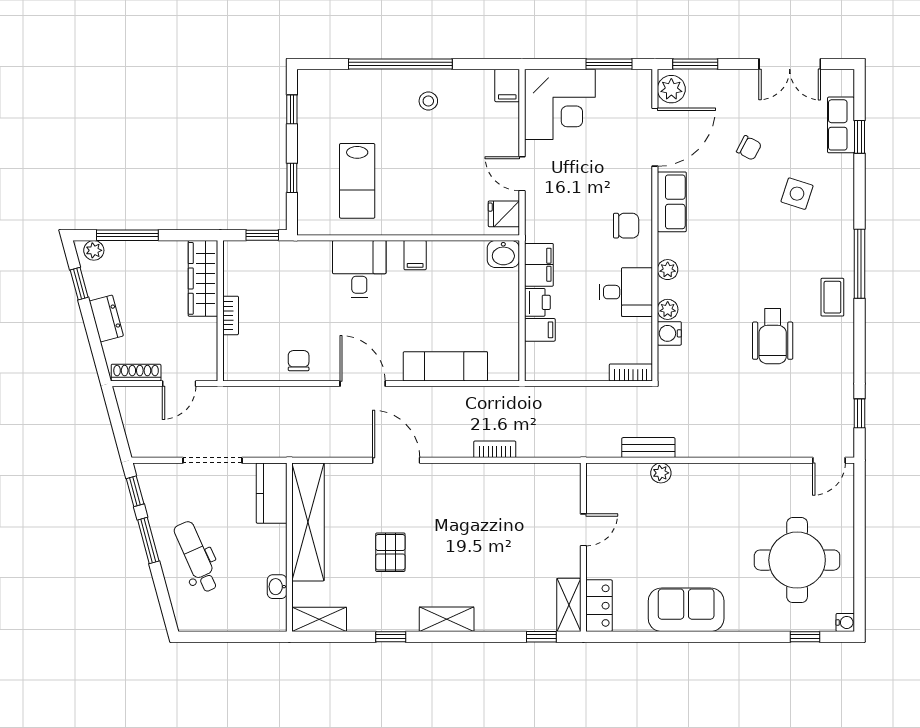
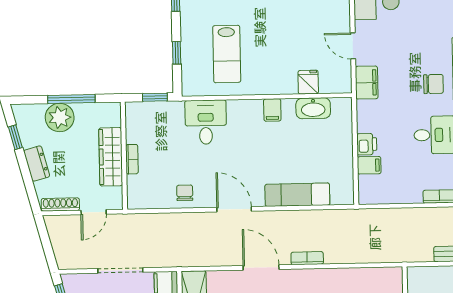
fridge: (504, 214) -> (308, 82), moved, turned 90
window: (127, 235) -> (71, 99), moved
plant: (94, 250) -> (60, 117), moved, width x1.88, depth x1.88
washbasin: (503, 254) -> (313, 108), moved, width x1.38
filing cabinet: (539, 265) -> (367, 83), moved
desk: (359, 269) -> (206, 122), moved
wardrobe: (203, 278) -> (111, 157), moved
bookcase: (495, 449) -> (307, 258), moved

